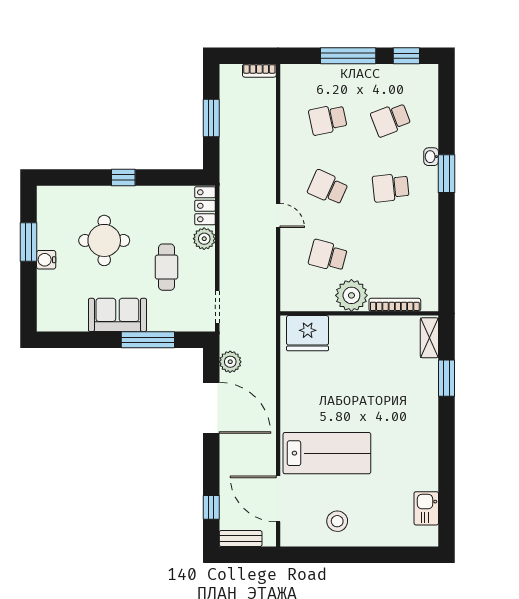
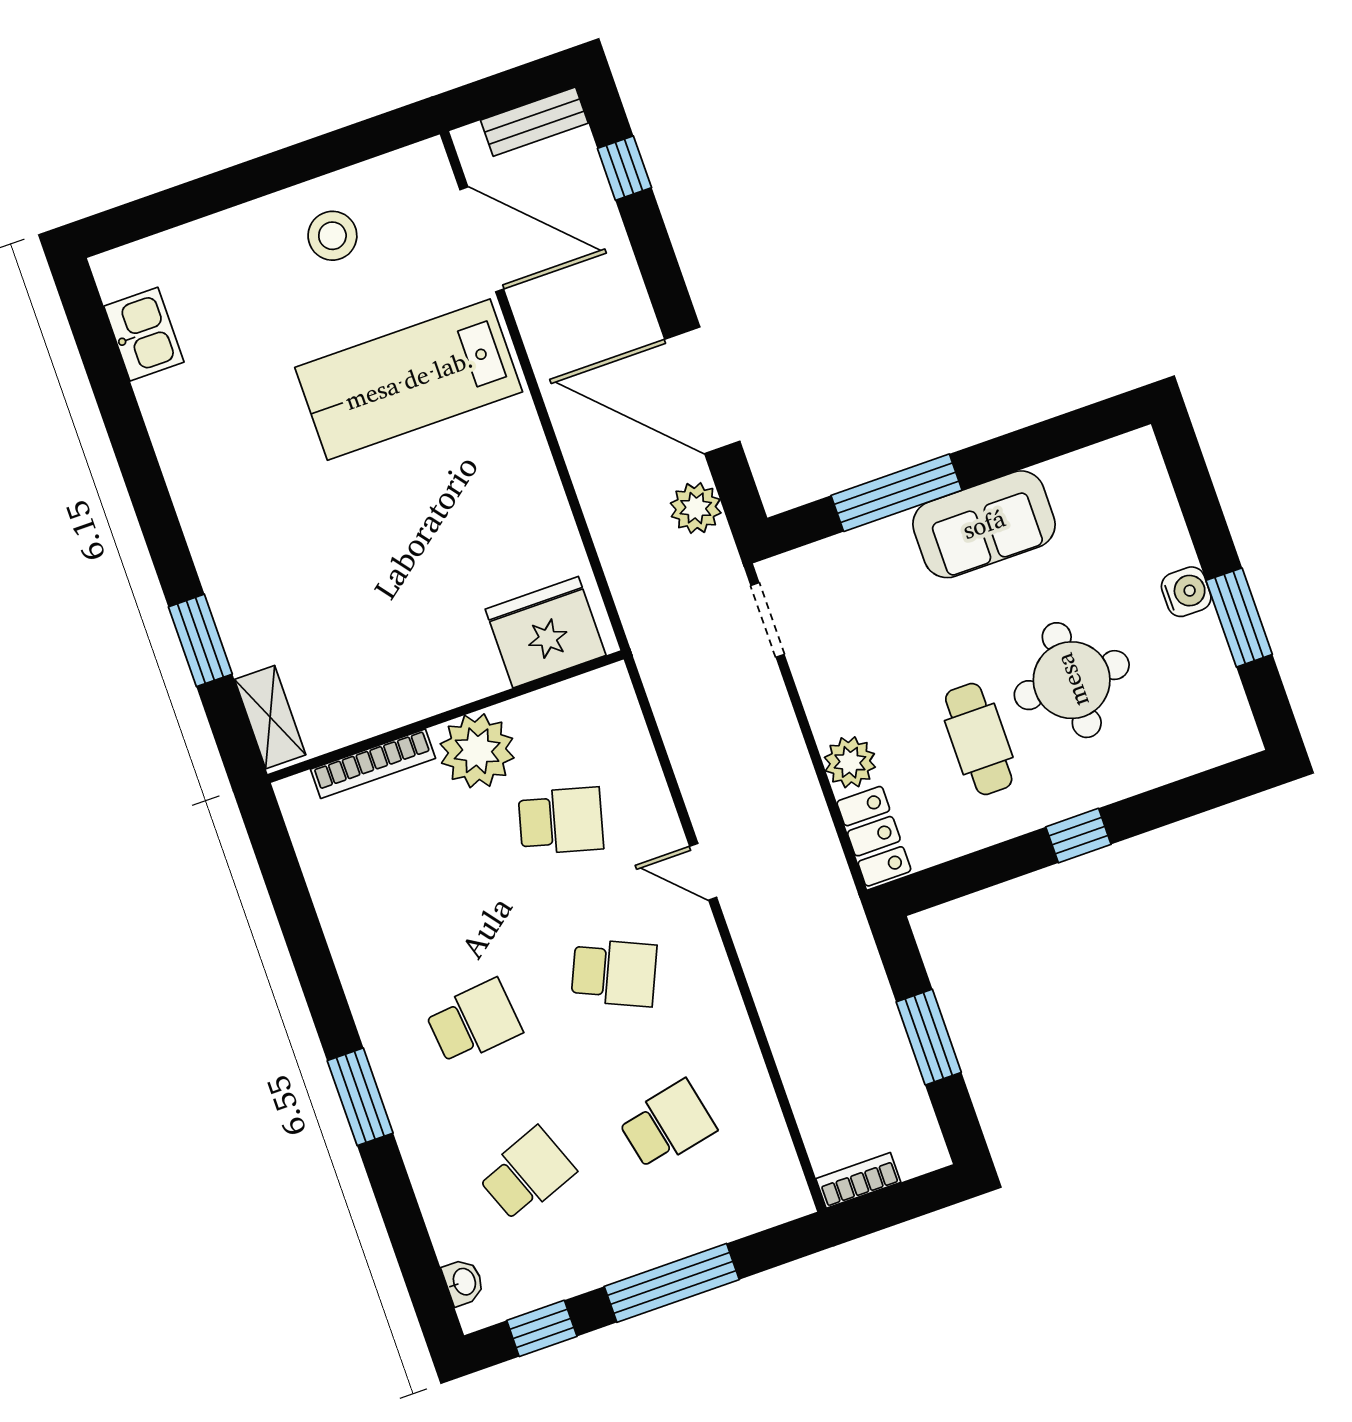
washbasin: (431, 157) -> (463, 1282), moved
cafe table: (167, 267) -> (979, 739), moved

